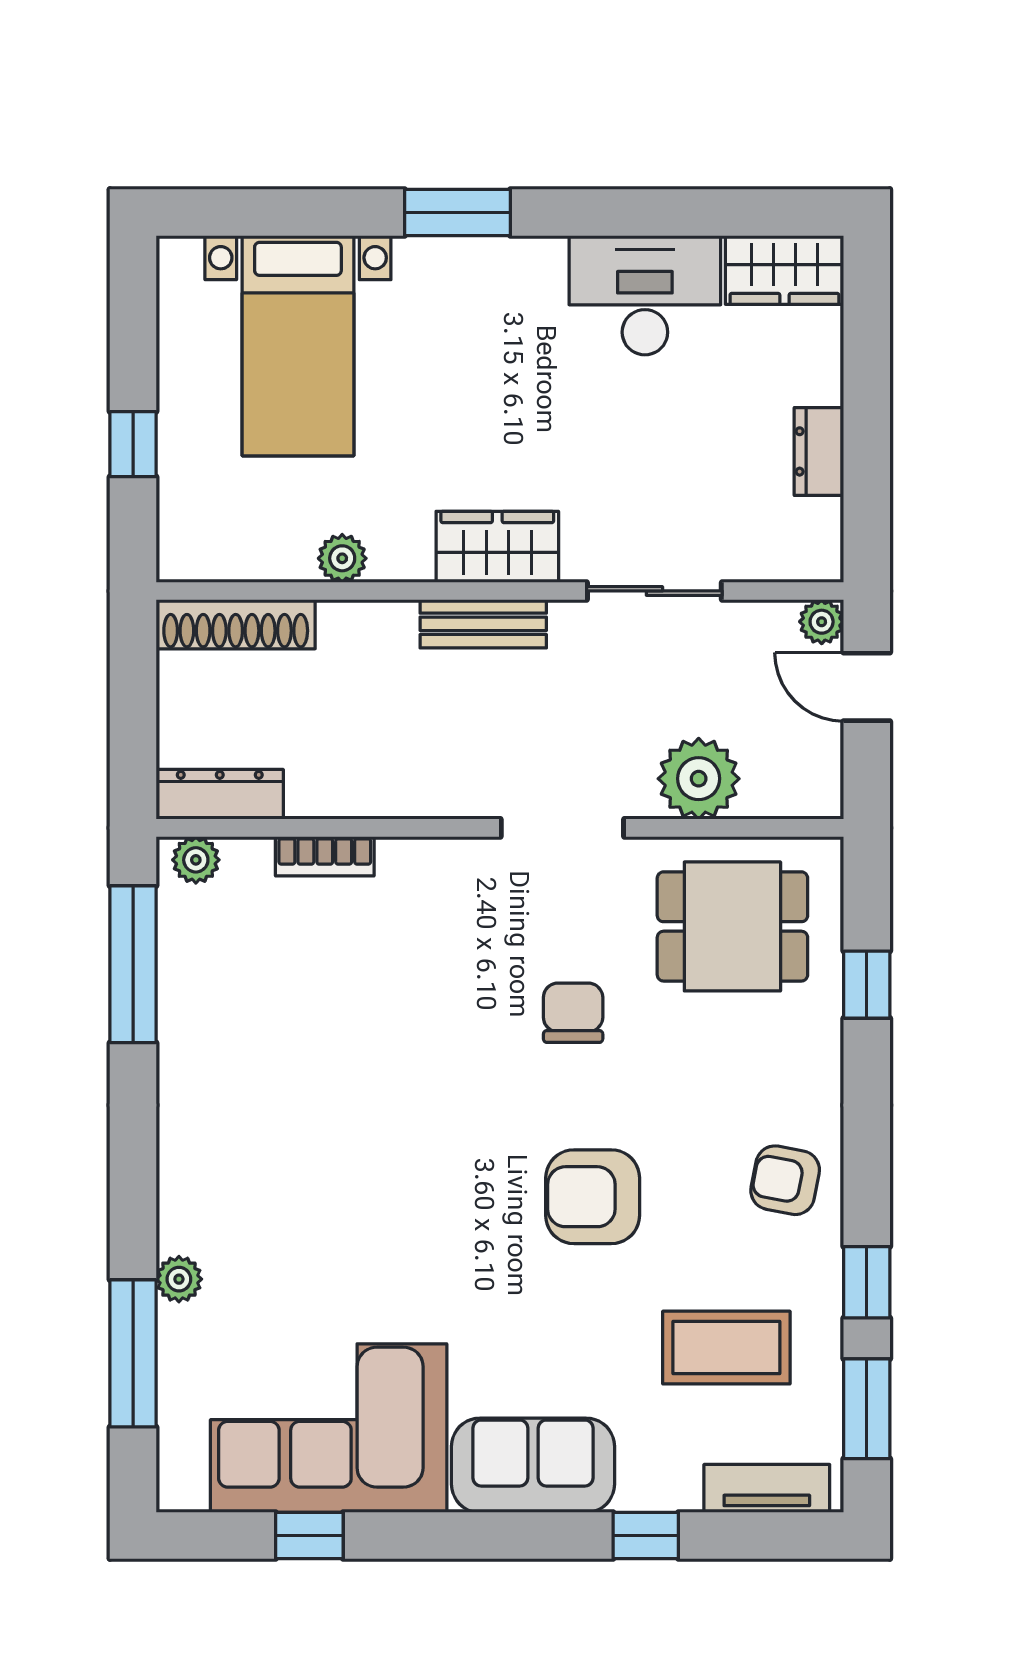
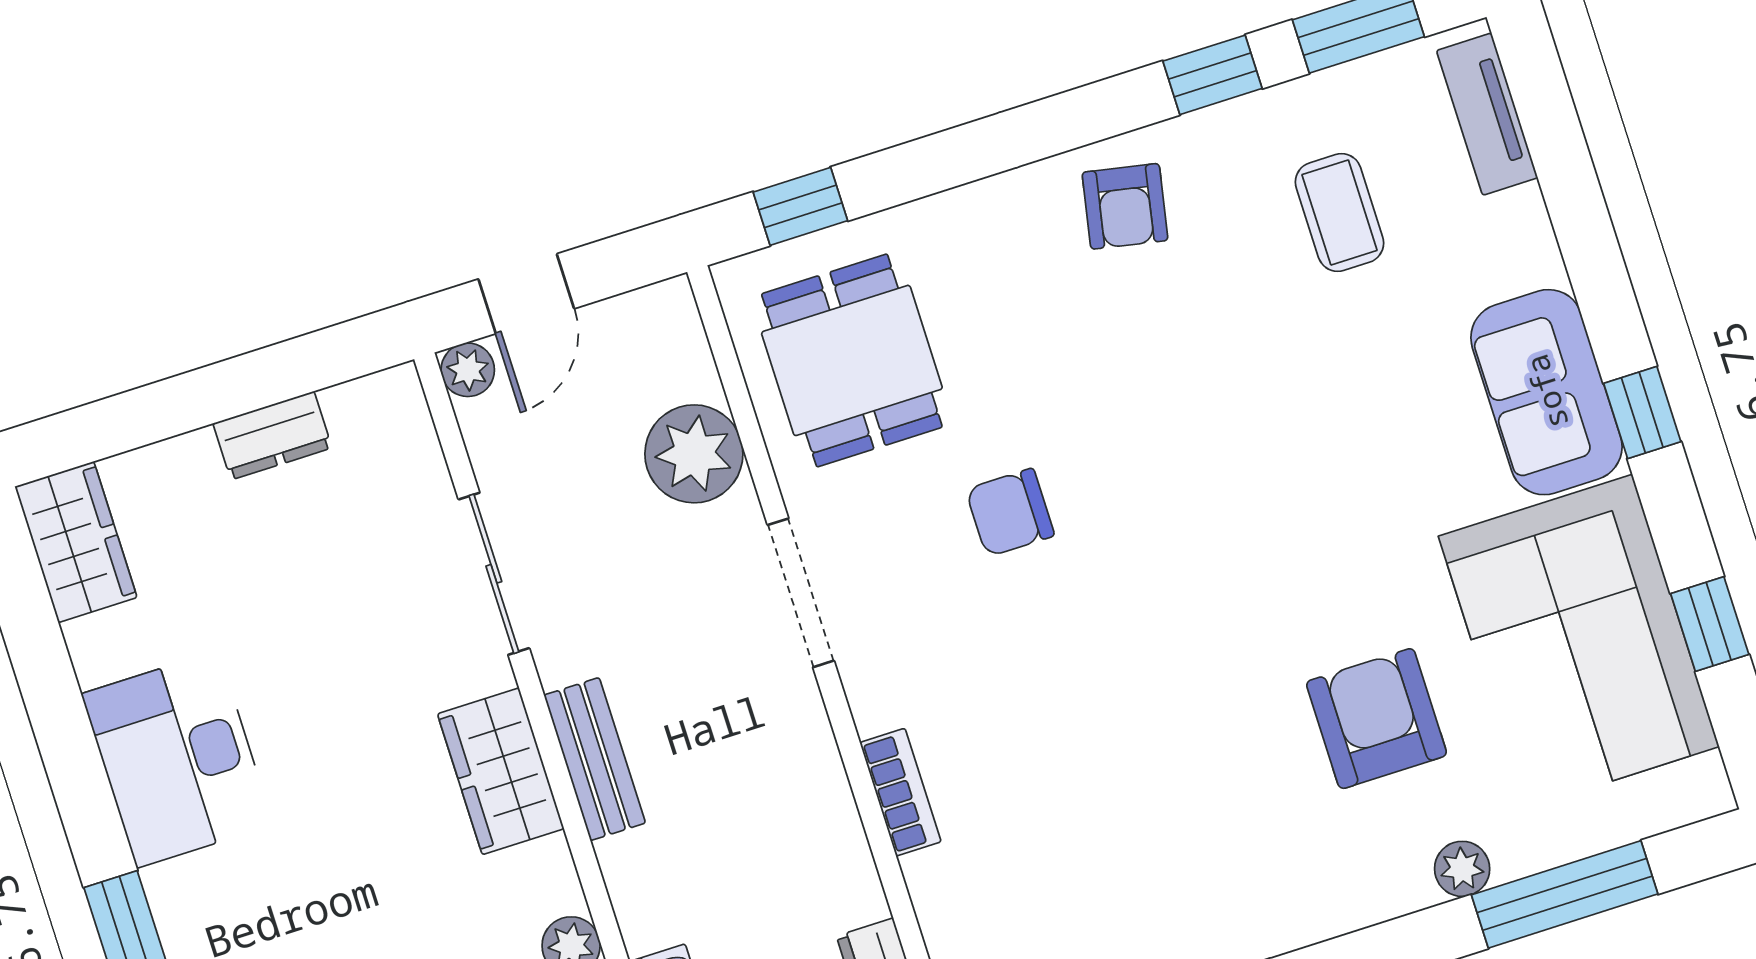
desk: (645, 295) -> (177, 759), moved
bookcase: (325, 856) -> (900, 792), moved
window: (867, 985) -> (800, 206), moved
armchair: (593, 1197) -> (1377, 719), moved, turned 180
coffee table: (726, 1348) -> (1340, 213), width x0.73, depth x0.77
window: (646, 1536) -> (1642, 413), moved

